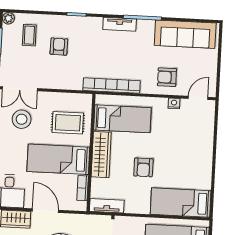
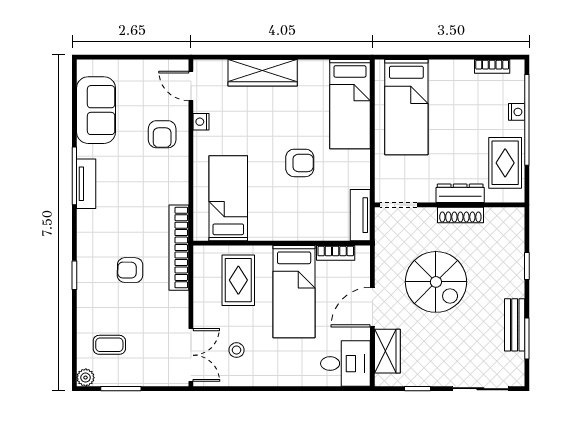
tv unit: (120, 24) -> (86, 184), moved
sofa: (185, 34) -> (96, 110), width x0.73
armchair: (59, 47) -> (130, 270), moved
bookcase: (112, 86) -> (179, 248), moved
stool: (22, 119) -> (237, 350), width x0.53, depth x0.53
wardrobe: (101, 155) -> (263, 73), moved, turned 180

